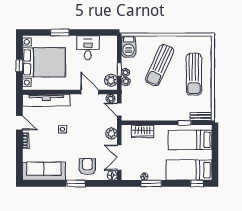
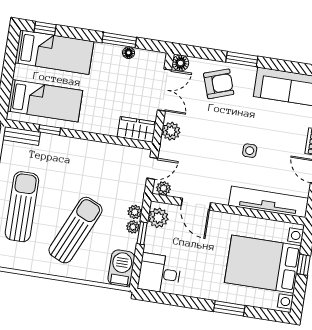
desk: (88, 48) -> (159, 274), moved, turned 90
door: (119, 109) -> (152, 168), hinge flipped
wardrobe: (143, 131) -> (137, 129), moved
armchair: (87, 166) -> (219, 84), turned -109

